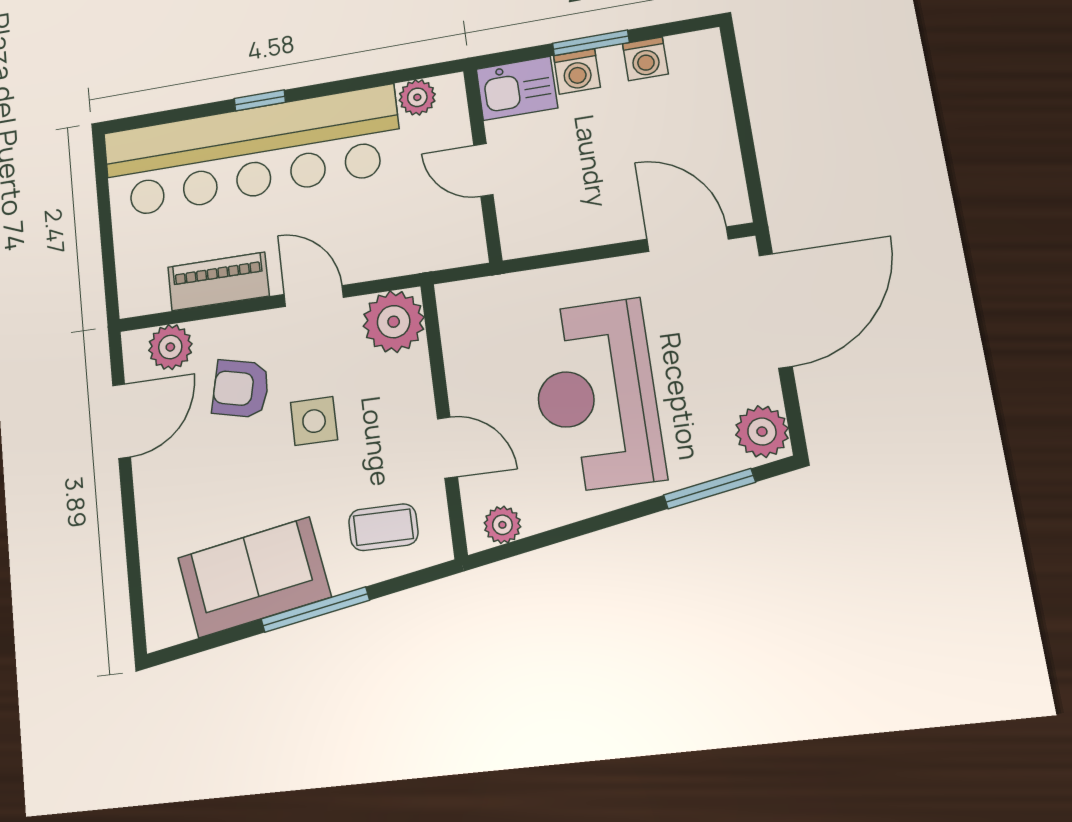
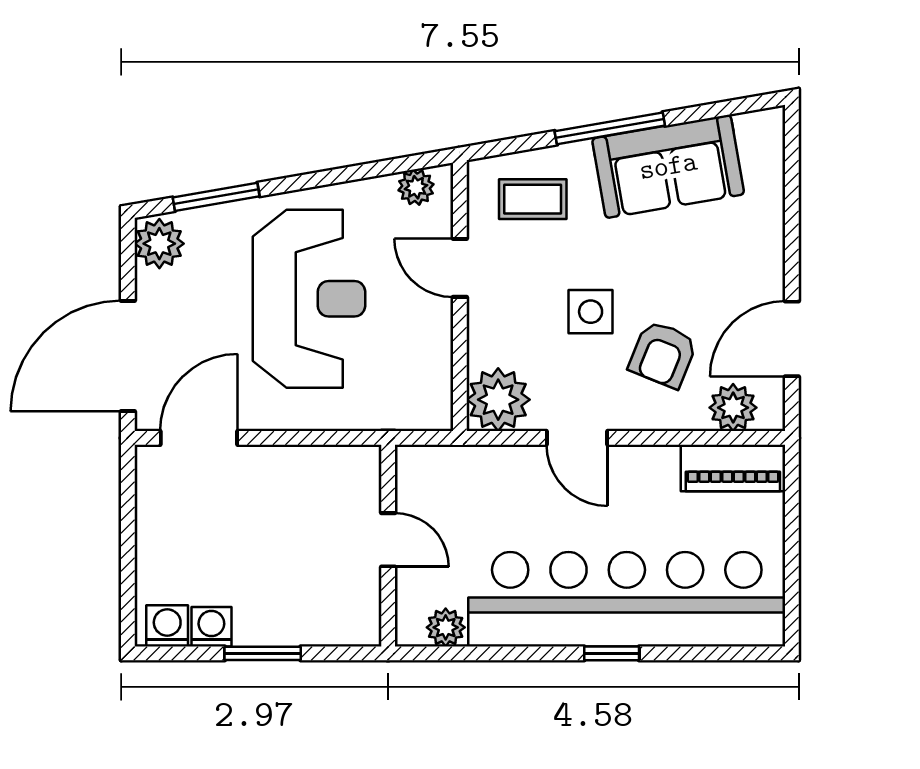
washing machine: (577, 71) -> (167, 626), moved
kitchen sink: (517, 88) -> (343, 619), removed
door: (687, 239) -> (199, 438), swing flipped
piano: (218, 281) -> (733, 468), moved
armchair: (241, 389) -> (663, 354), turned 99

